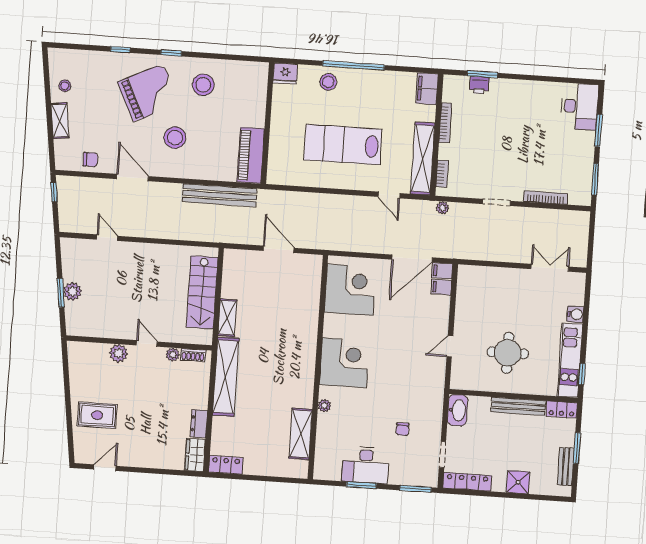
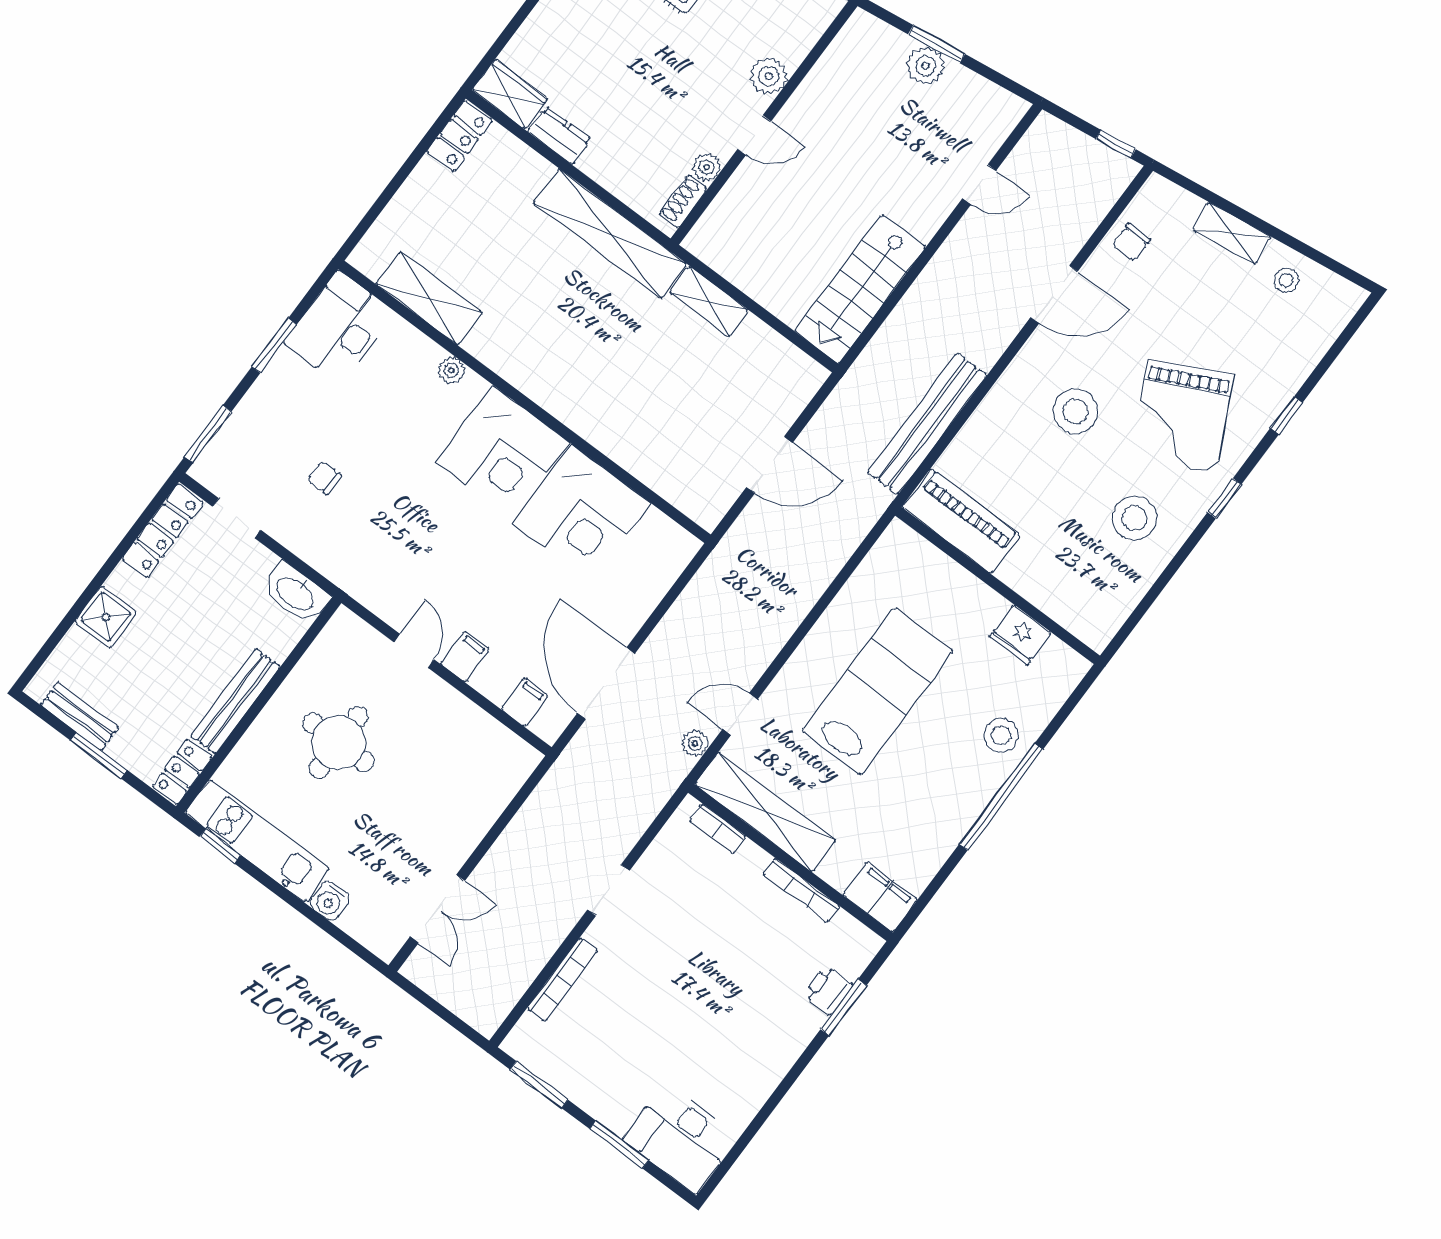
fridge: (285, 74) -> (1020, 635), moved, turned -90
plant: (442, 208) -> (695, 743), moved
filing cabinet: (442, 271) -> (465, 656), moved
corner desk: (350, 290) -> (582, 513), moved
stairs: (202, 292) -> (860, 289), moved, turned -90
desk: (366, 465) -> (339, 328), moved

